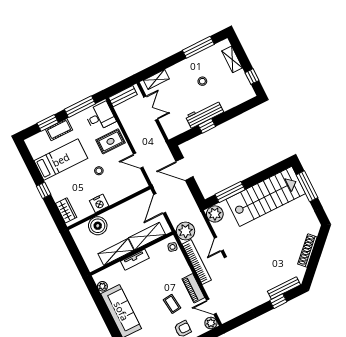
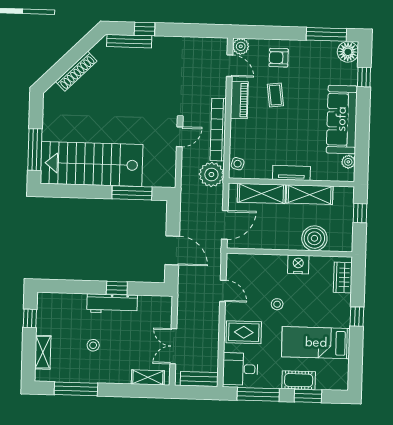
plant: (215, 214) -> (165, 176), removed
window: (77, 257) -> (360, 213), added

